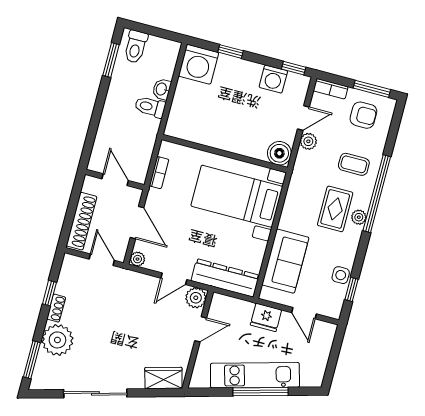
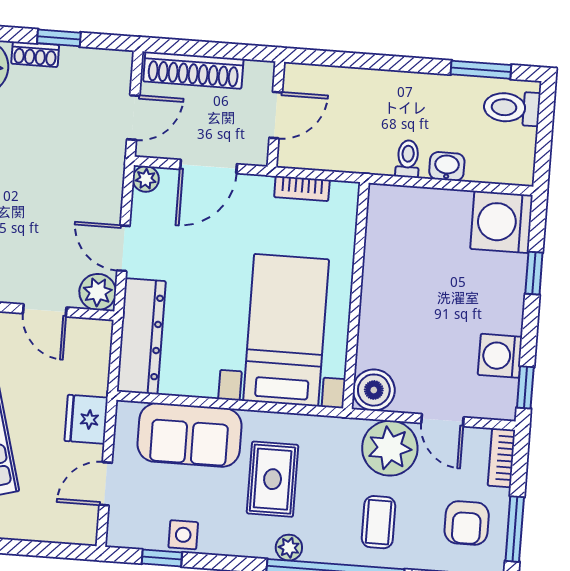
toilet: (150, 107) -> (408, 159), width x0.73, depth x0.72
plant: (308, 141) -> (390, 448), width x1.87, depth x1.87
rug: (335, 209) -> (273, 479), moved, turned 90

